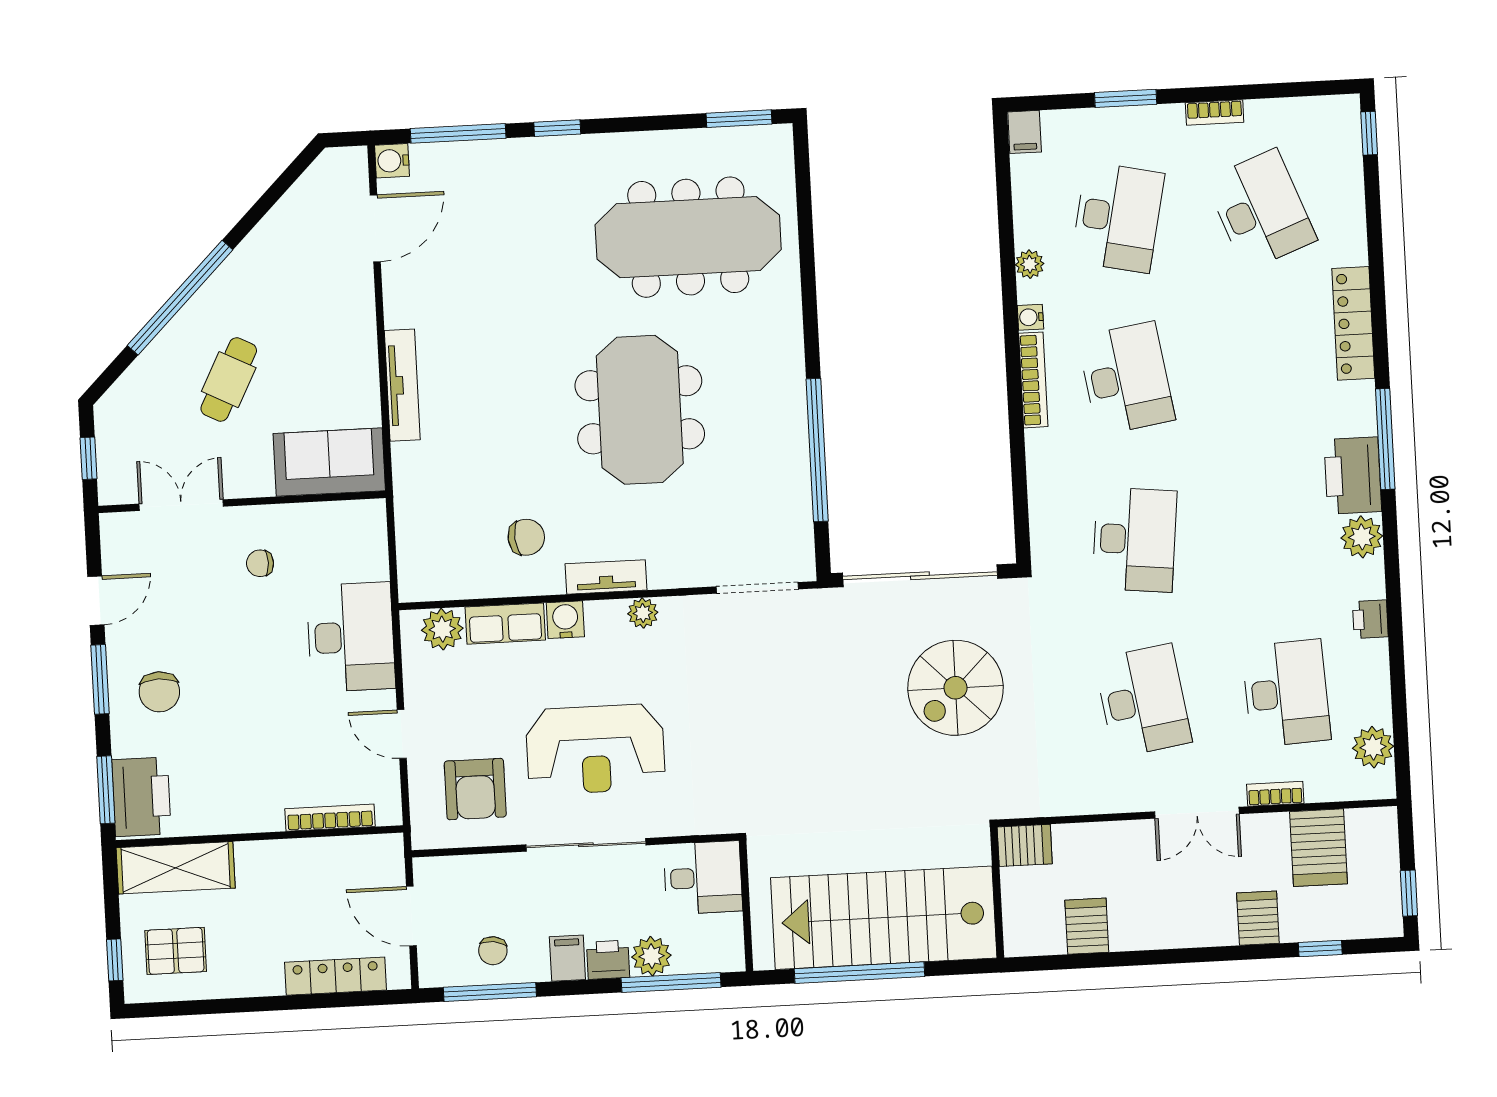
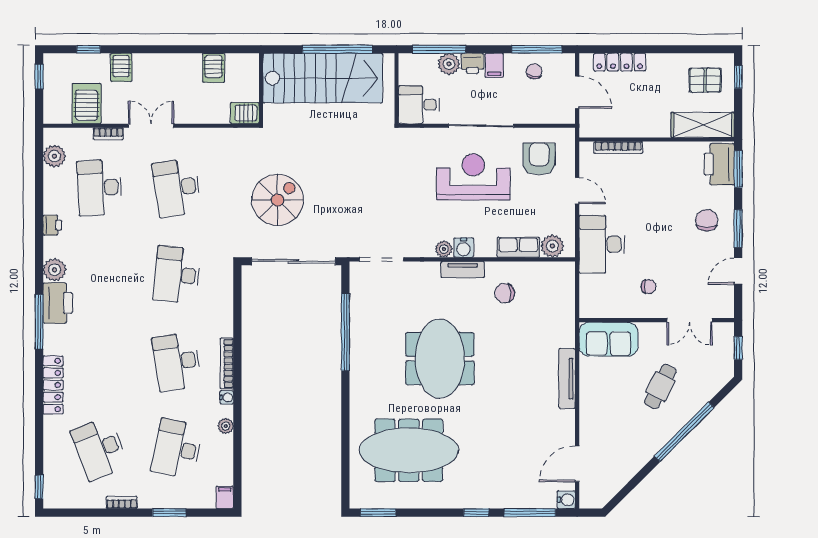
water cooler: (565, 620) -> (464, 248), moved

